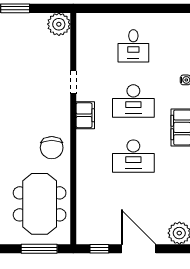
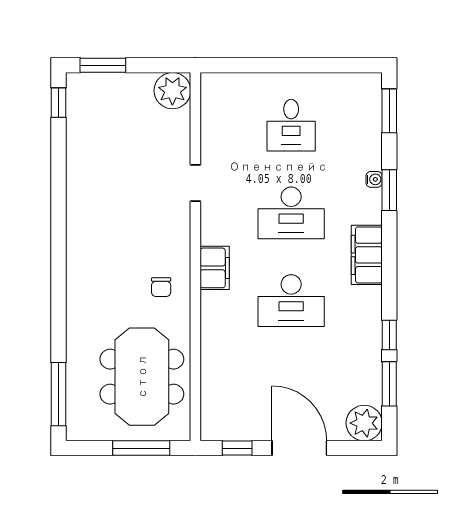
filing cabinet: (85, 115) -> (215, 268), moved
chair: (52, 148) -> (161, 287), width x0.54, depth x0.54

